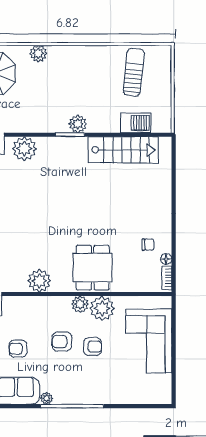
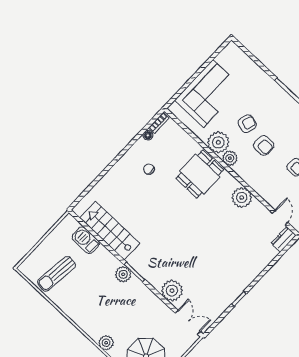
chair: (148, 245) -> (149, 169), moved
armchair: (93, 347) -> (247, 124), turned 107

